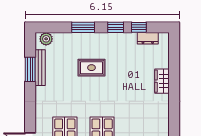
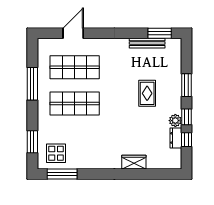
dresser: (148, 38) -> (176, 138), moved
plant: (46, 39) -> (175, 121), moved
window: (30, 69) -> (160, 33), moved

